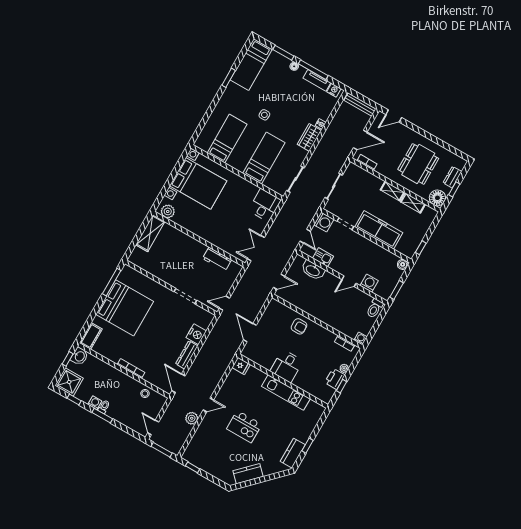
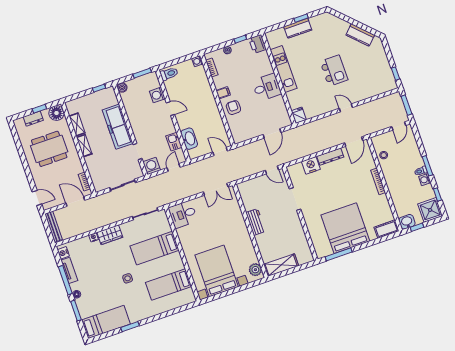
workbench: (217, 259) -> (256, 222), moved
filing cabinet: (318, 331) -> (223, 93), added
printer: (335, 379) -> (258, 44), moved, turned 90
plant: (192, 418) -> (366, 109), removed
kitchen counter: (293, 453) -> (298, 28), moved

